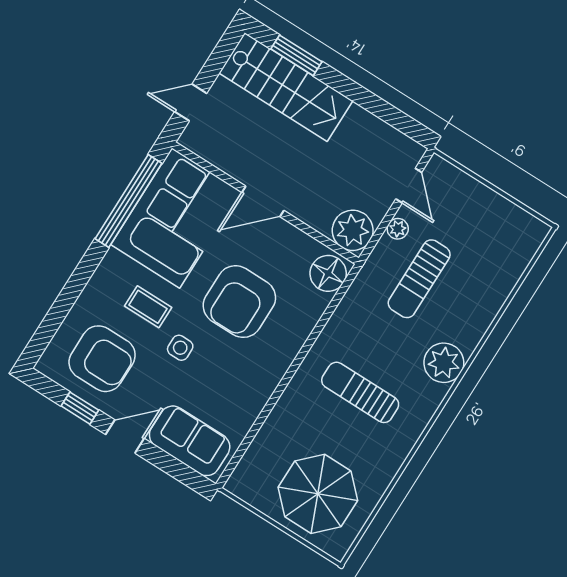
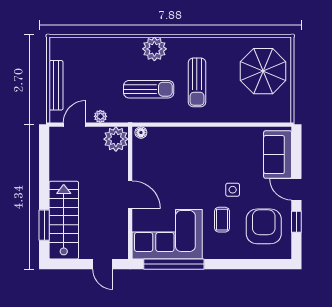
bench: (480, 194) -> (56, 85), added
floor lamp: (328, 273) -> (141, 133), width x0.53, depth x0.53
sun lounger: (419, 279) -> (149, 89), moved
armchair: (239, 302) -> (190, 174), removed

